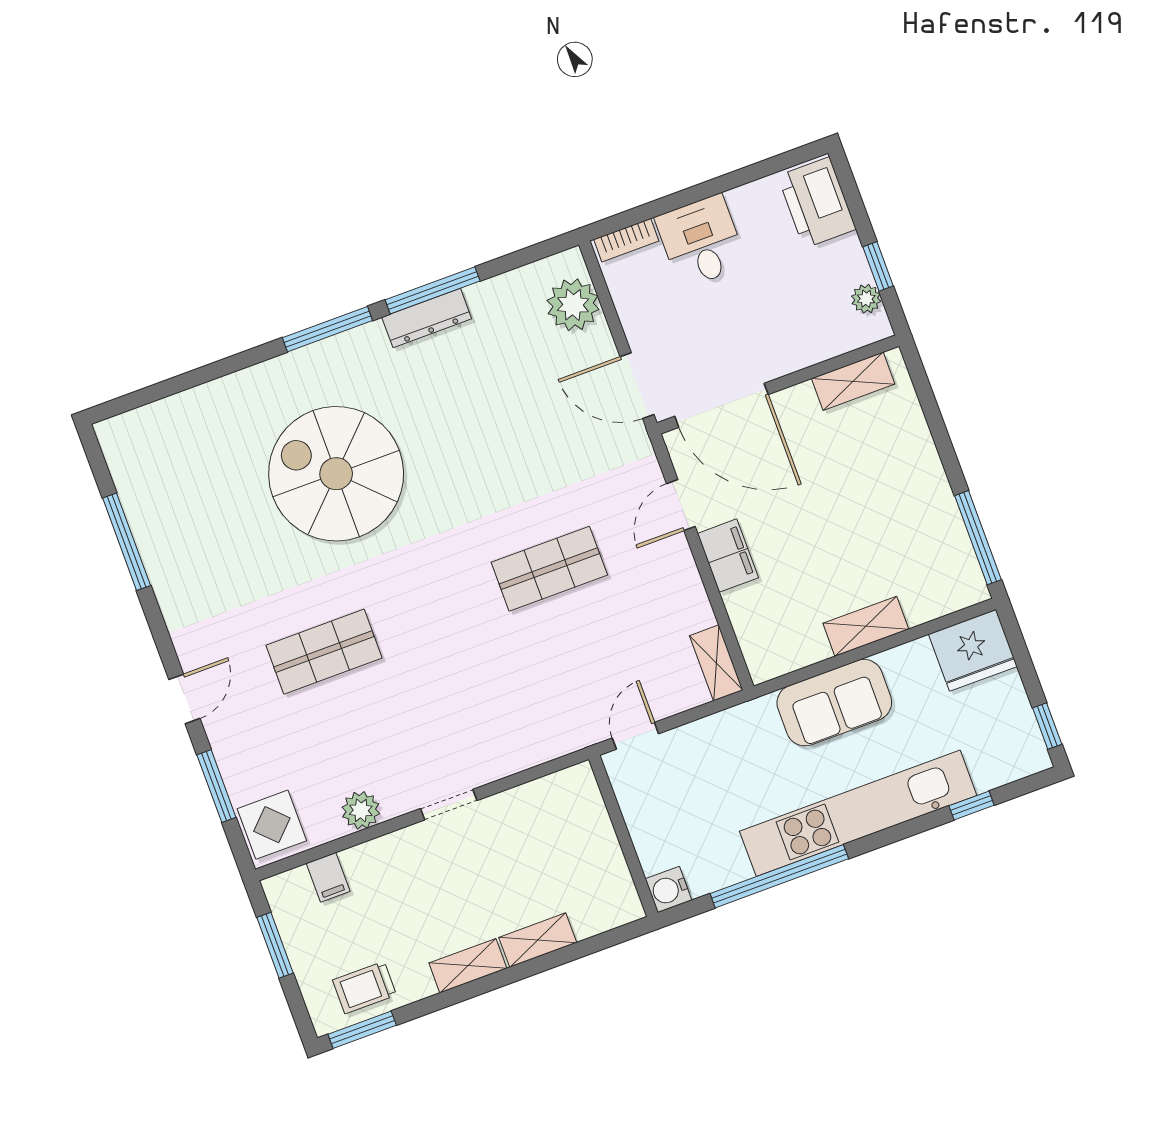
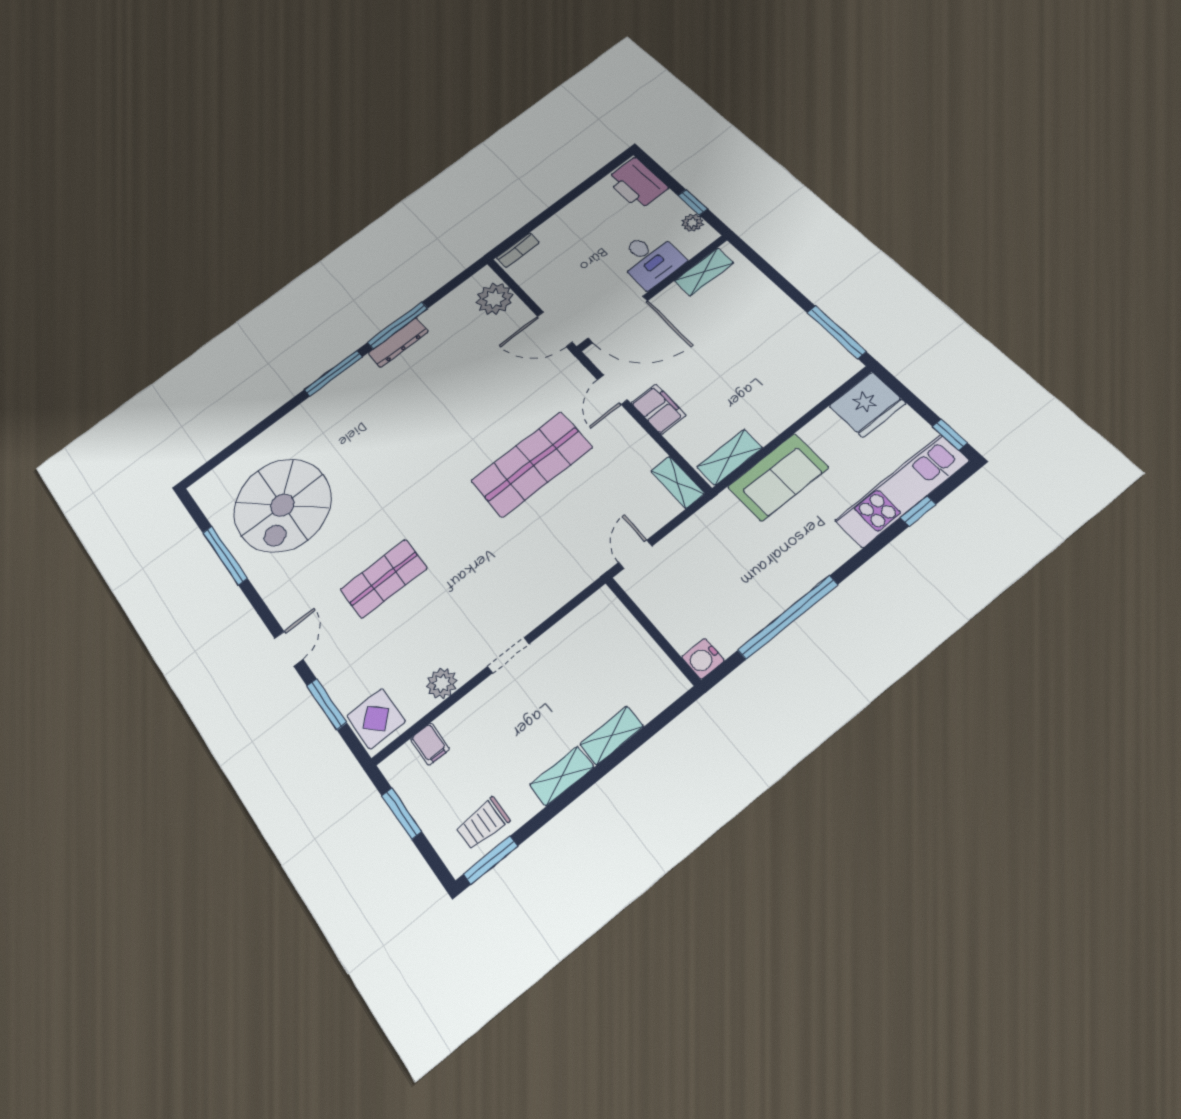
desk: (701, 241) -> (650, 259), moved, turned 180
spiral stairs: (336, 474) -> (282, 505), moved, turned -90
shop shelf: (549, 569) -> (532, 464), width x1.43, depth x1.36
shelving: (866, 626) -> (729, 457), moved
kitchen unit: (858, 813) -> (902, 491), moved, width x0.73

